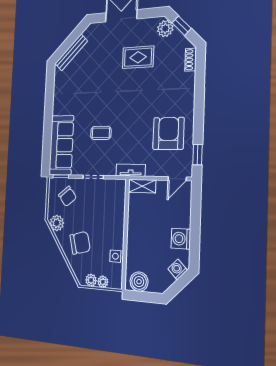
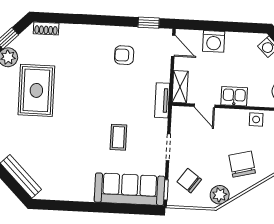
rug: (138, 57) -> (36, 90), width x1.36, depth x1.43
armchair: (168, 133) -> (124, 55), width x0.53, depth x0.53
chair: (67, 196) -> (189, 181), turned -105
door: (126, 209) -> (205, 106), added
kitchen sink: (134, 236) -> (234, 96), added
washing machine: (181, 239) -> (214, 41), moved

